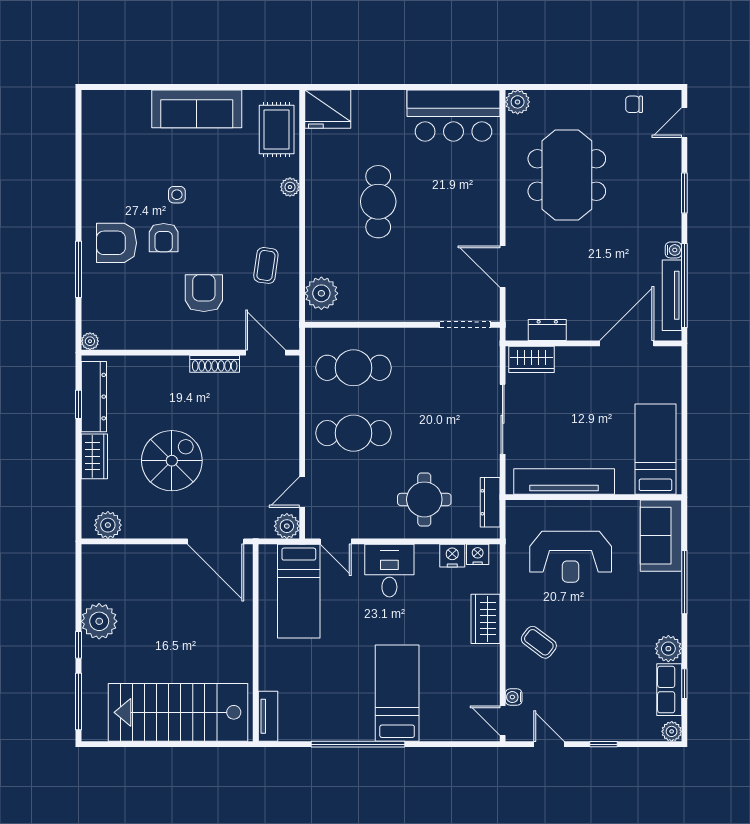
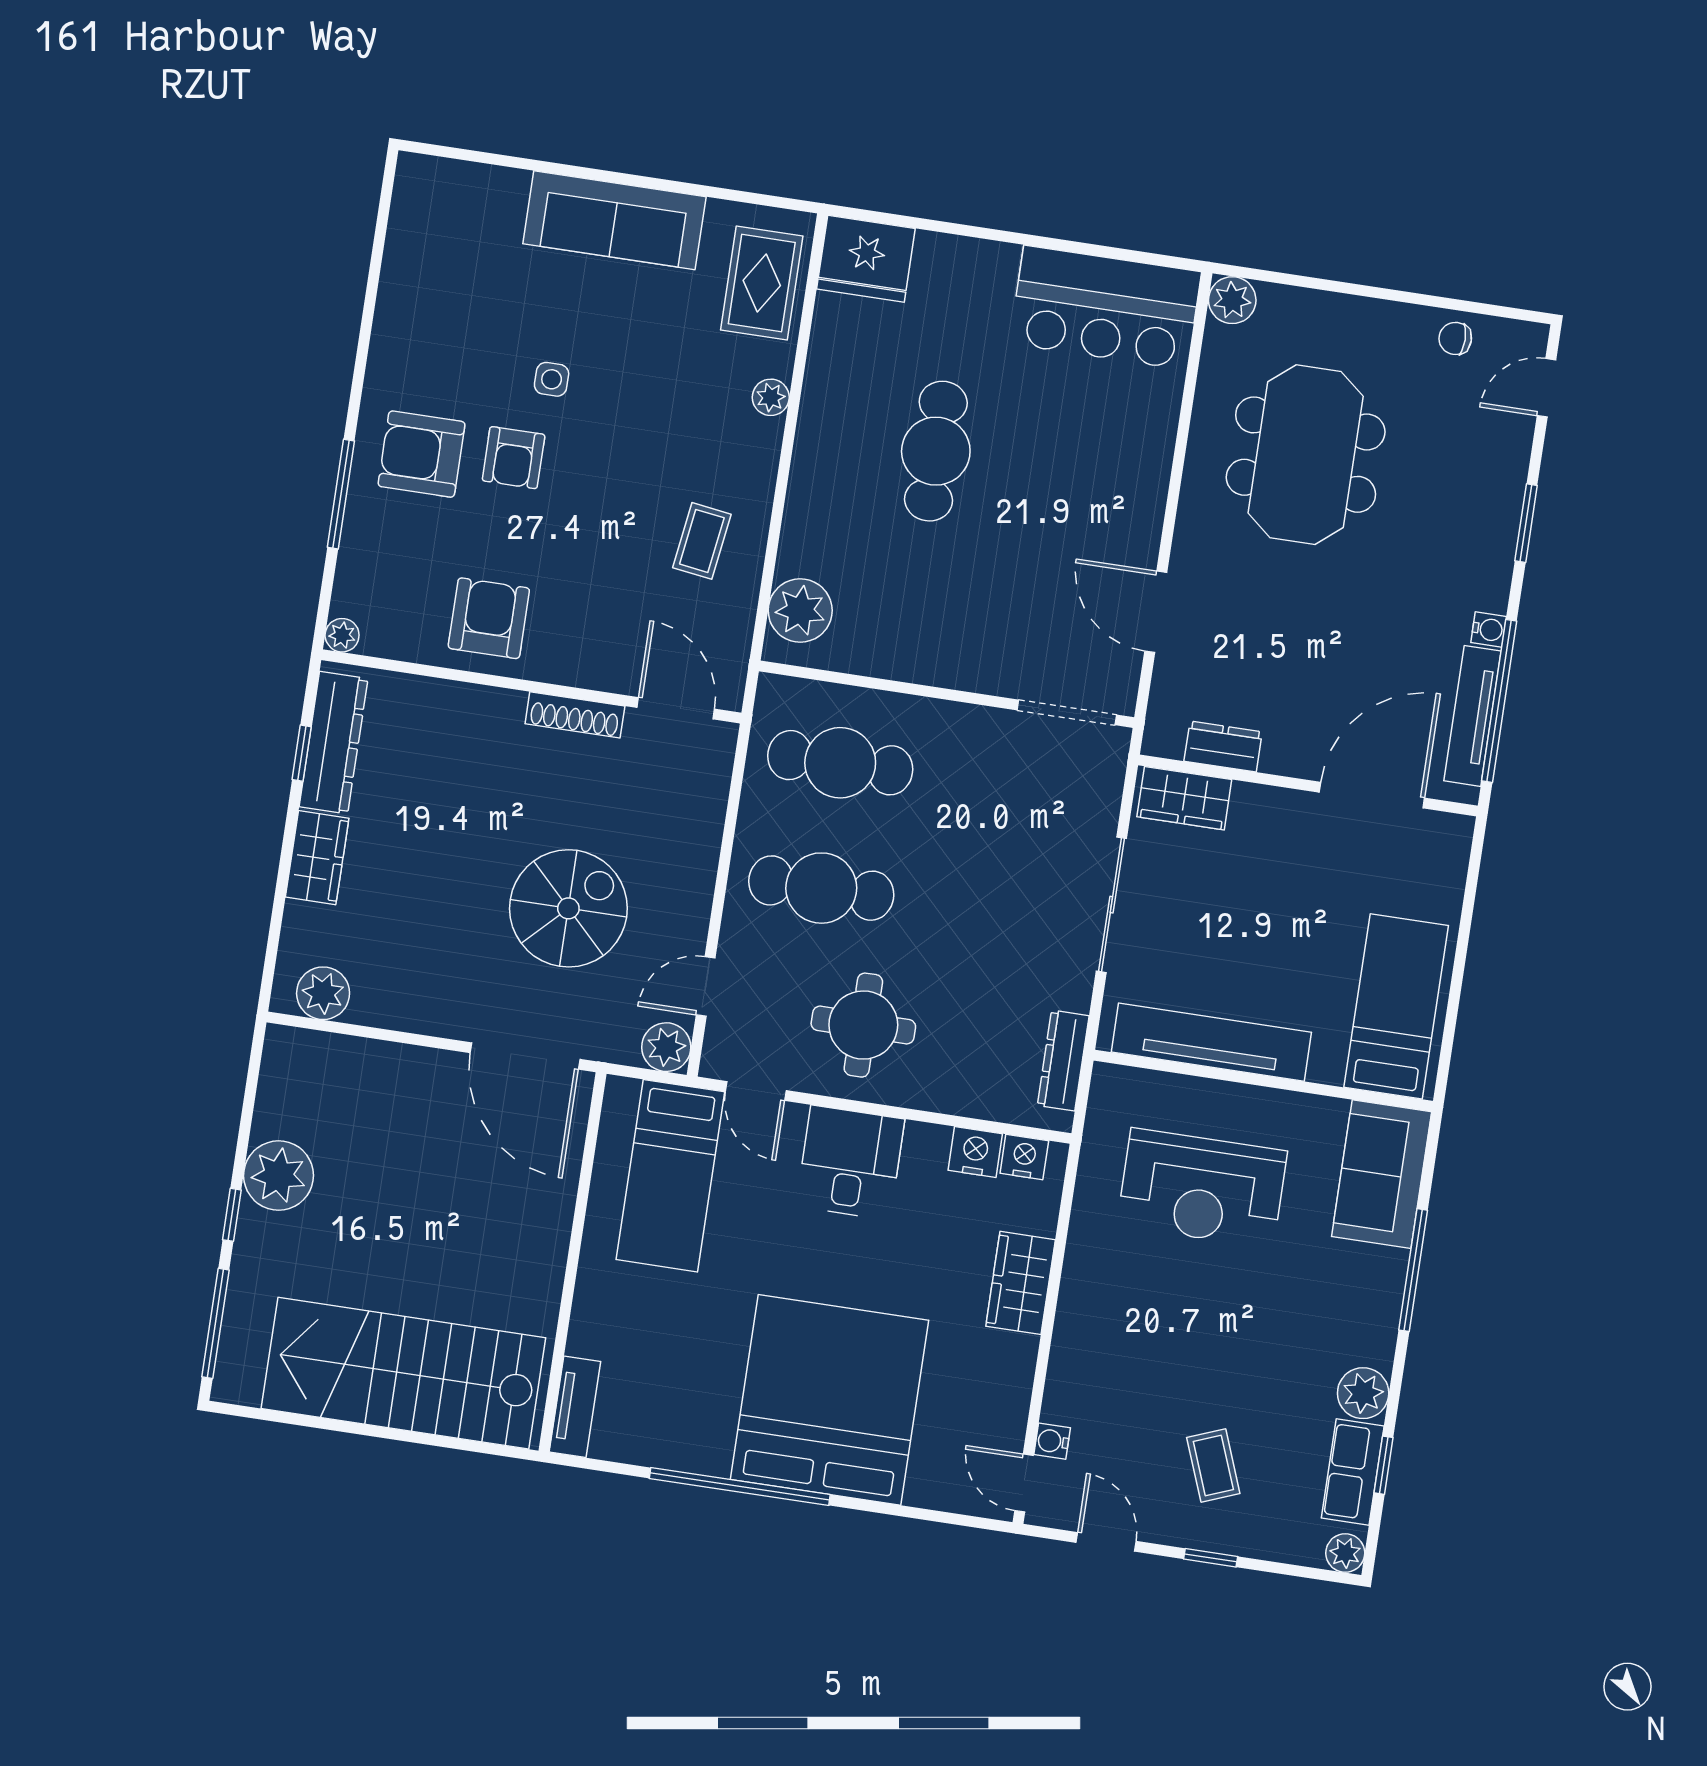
armchair: (204, 293) -> (489, 618), moved
spiral stairs: (172, 461) -> (568, 908), moved
round table: (424, 499) -> (863, 1025), moved
coffee table: (539, 642) -> (1213, 1465), moved, turned 32
bed: (397, 693) -> (829, 1400), width x2.04

